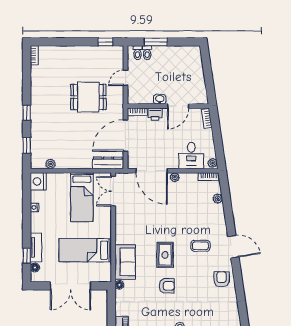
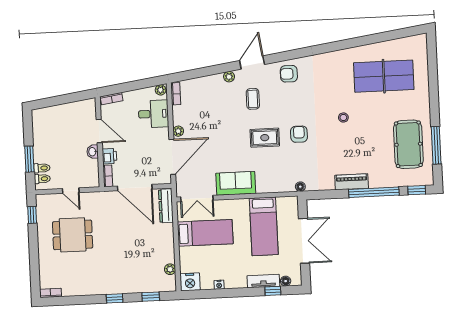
dining table: (88, 97) -> (73, 235), moved, turned 90
plant: (218, 199) -> (229, 77), moved
sofa: (125, 262) -> (236, 183), moved

